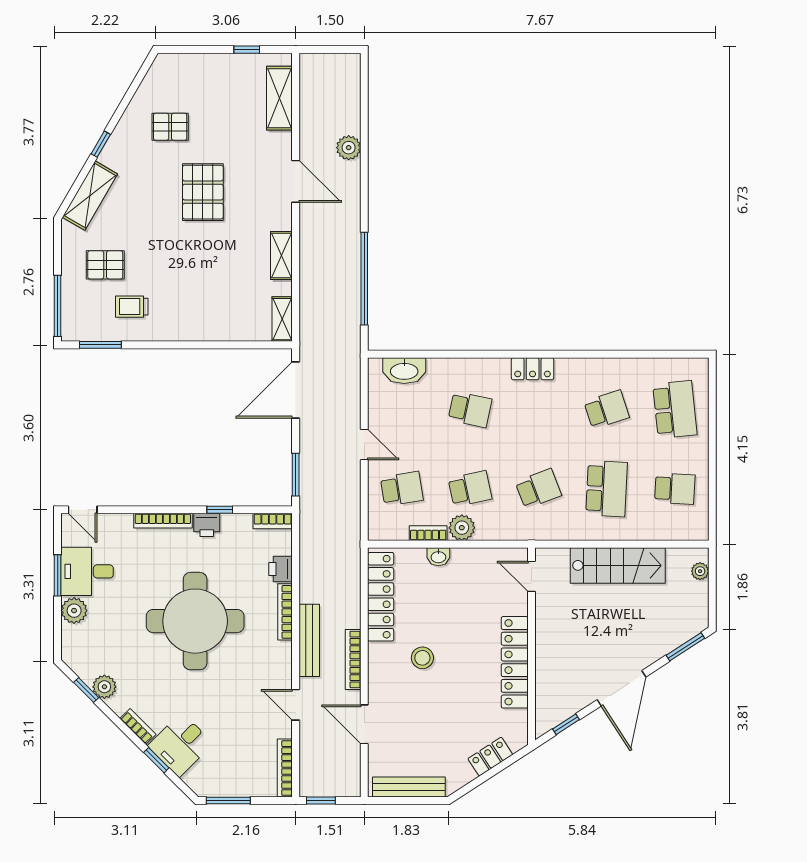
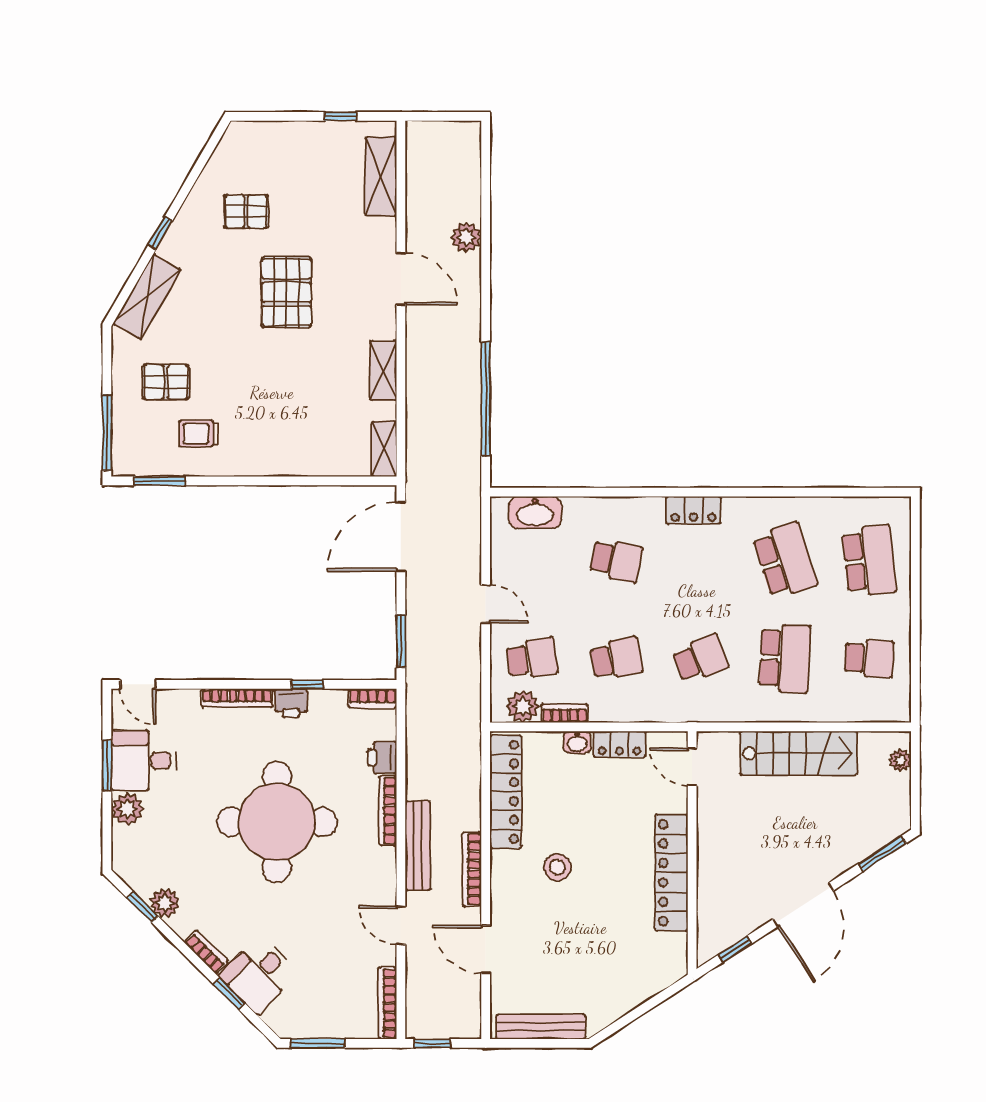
school desk: (607, 409) -> (785, 561), width x1.85
plant: (462, 528) -> (523, 707), moved
locker: (490, 757) -> (619, 744), moved, turned -147

